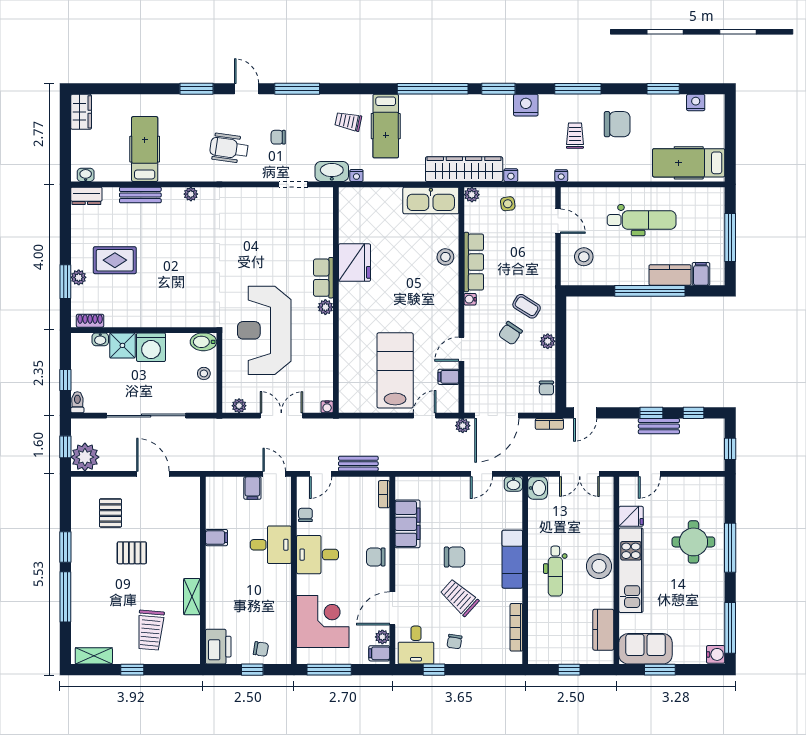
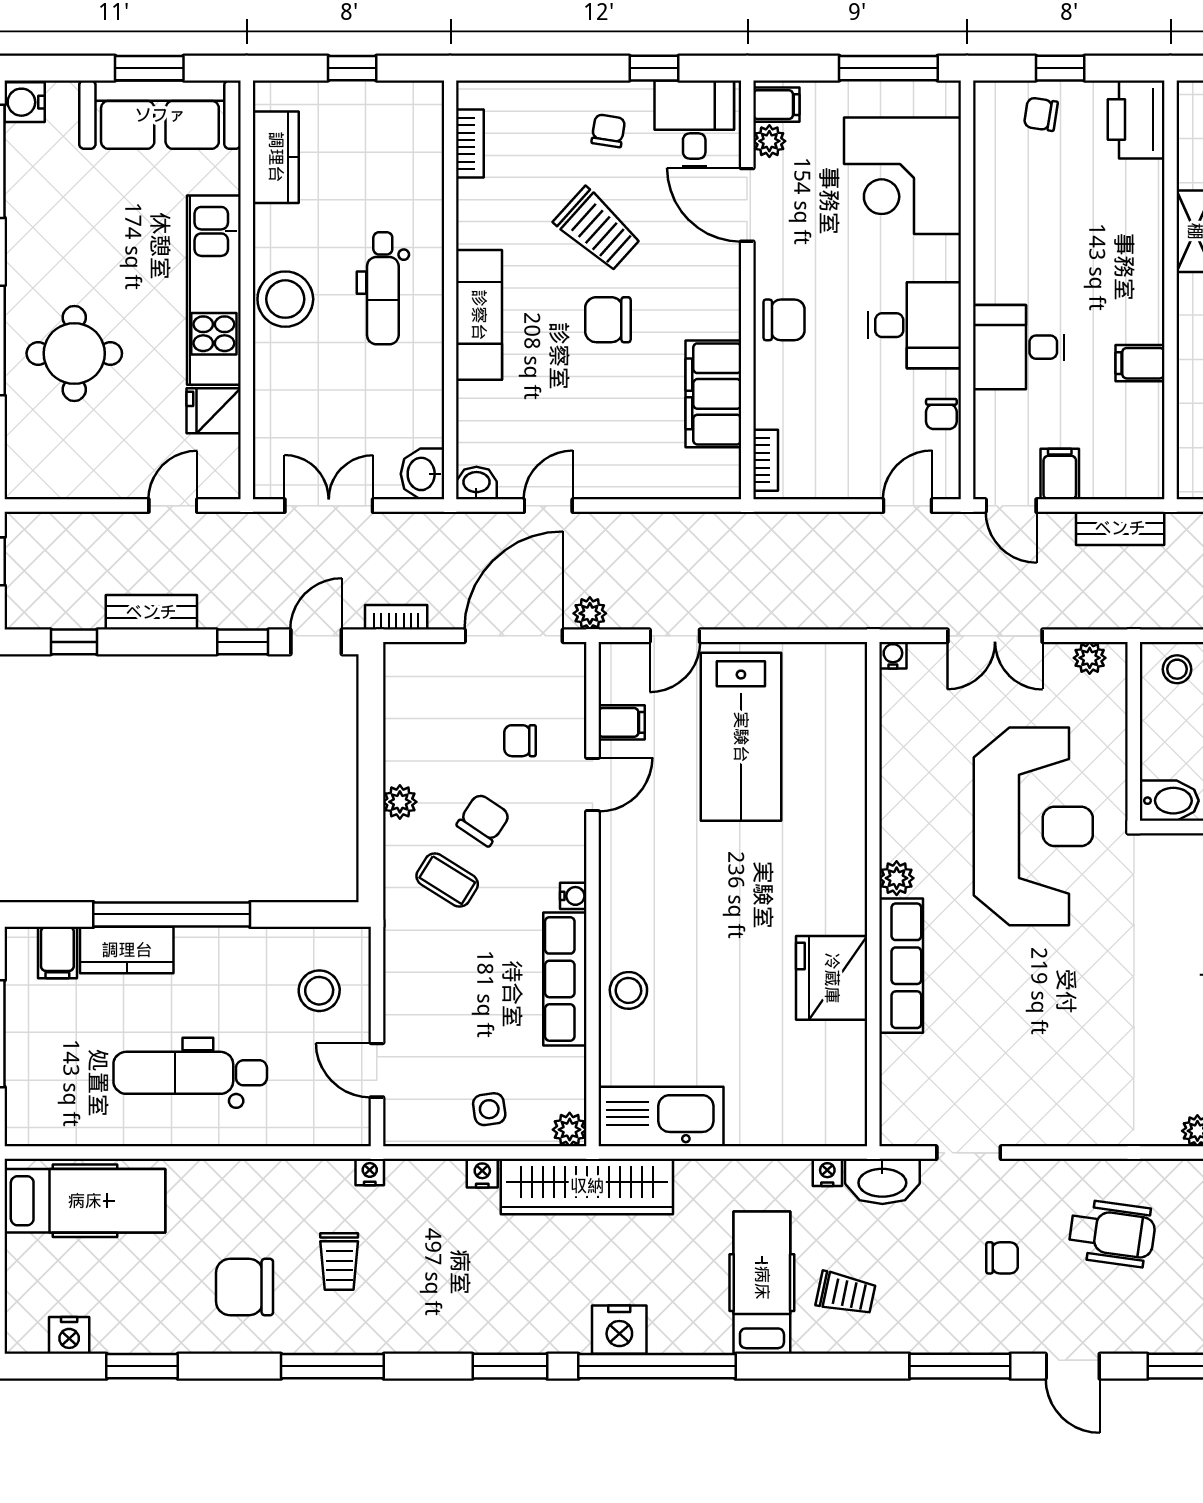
nightstand: (526, 105) -> (619, 1330), moved
row of seats: (323, 278) -> (901, 966), width x1.48
stool: (204, 373) -> (1177, 669), moved
chair: (546, 388) -> (520, 741), moved, turned -90
window: (651, 413) -> (243, 642), moved
bench: (358, 464) -> (1120, 528), moved
dental chair: (555, 571) -> (383, 288), turned 180
door: (392, 608) -> (747, 205), swing flipped
bookcase: (516, 627) -> (470, 143), width x0.64
sofa: (646, 649) -> (160, 115), width x1.36

